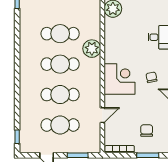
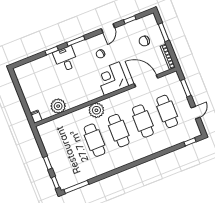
door: (102, 115) -> (146, 81), width x1.88

